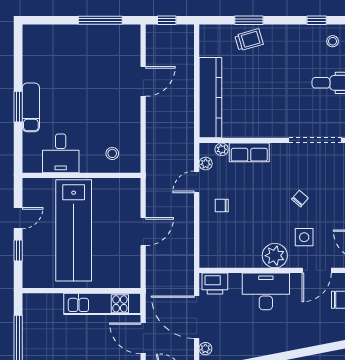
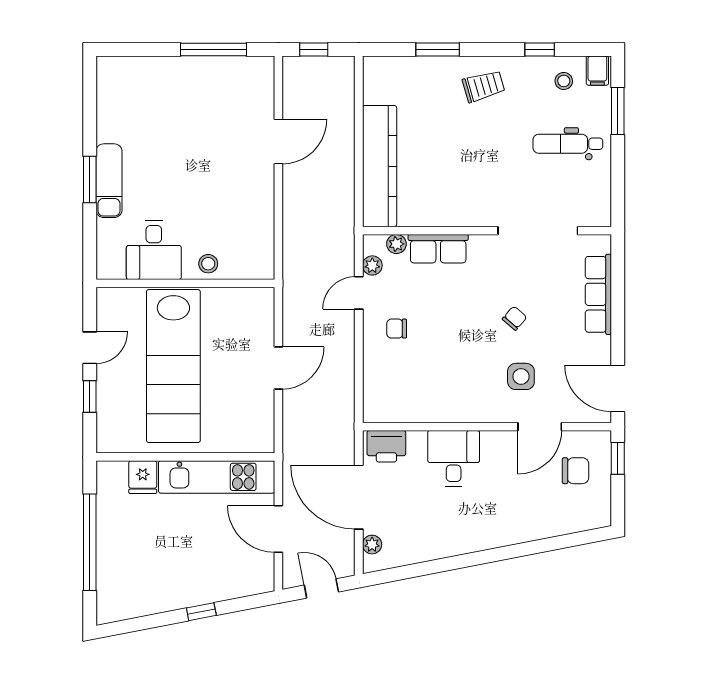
trolley: (249, 40) -> (484, 86), moved
stool: (112, 153) -> (208, 264), moved
plant: (275, 256) -> (477, 404), removed
desk: (266, 291) -> (454, 458), width x0.73
fridge: (53, 304) -> (143, 477), added

